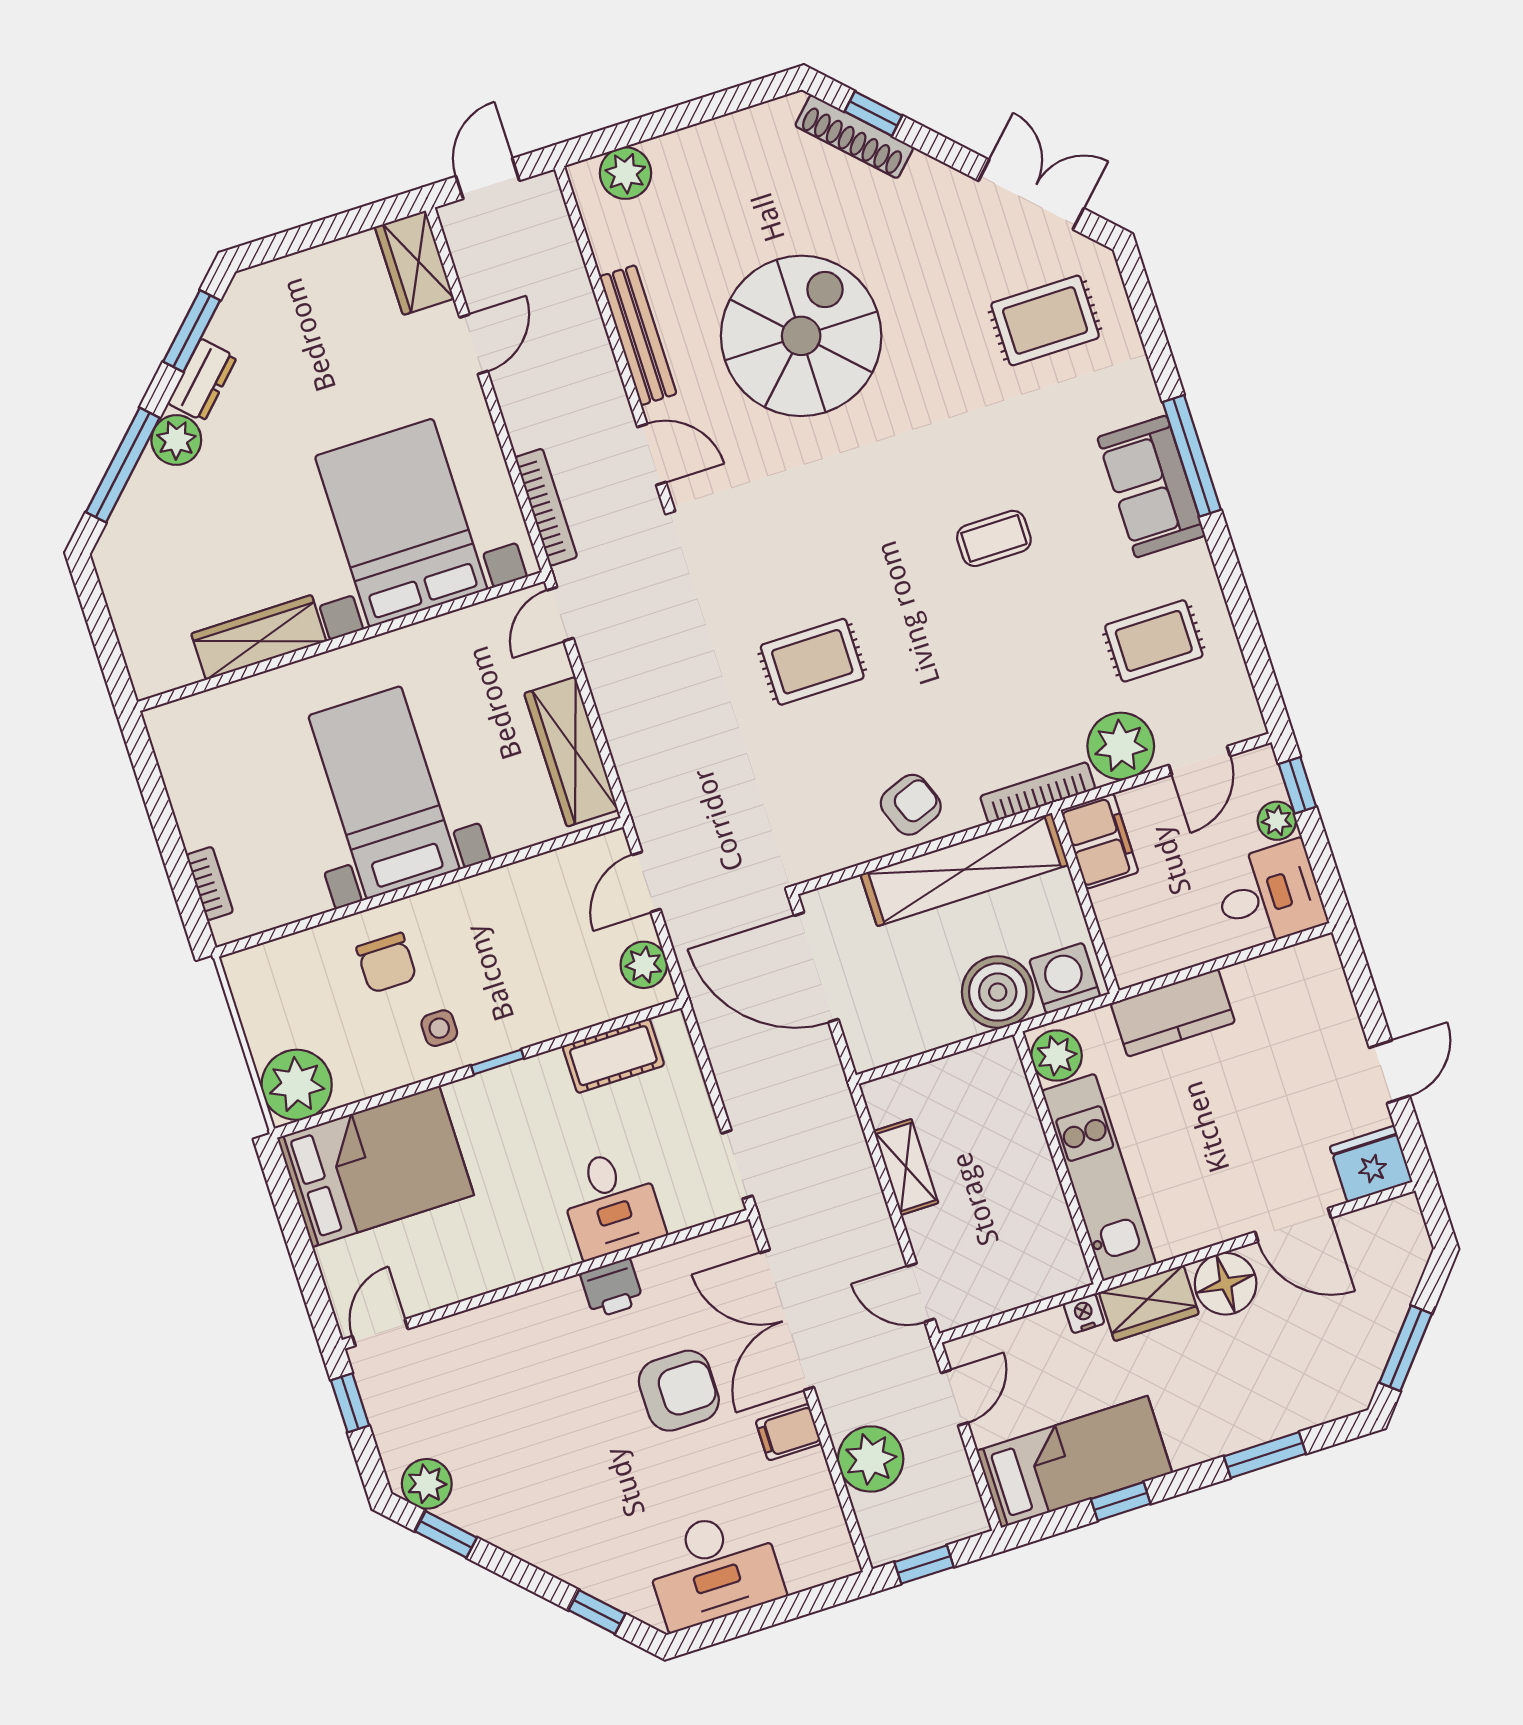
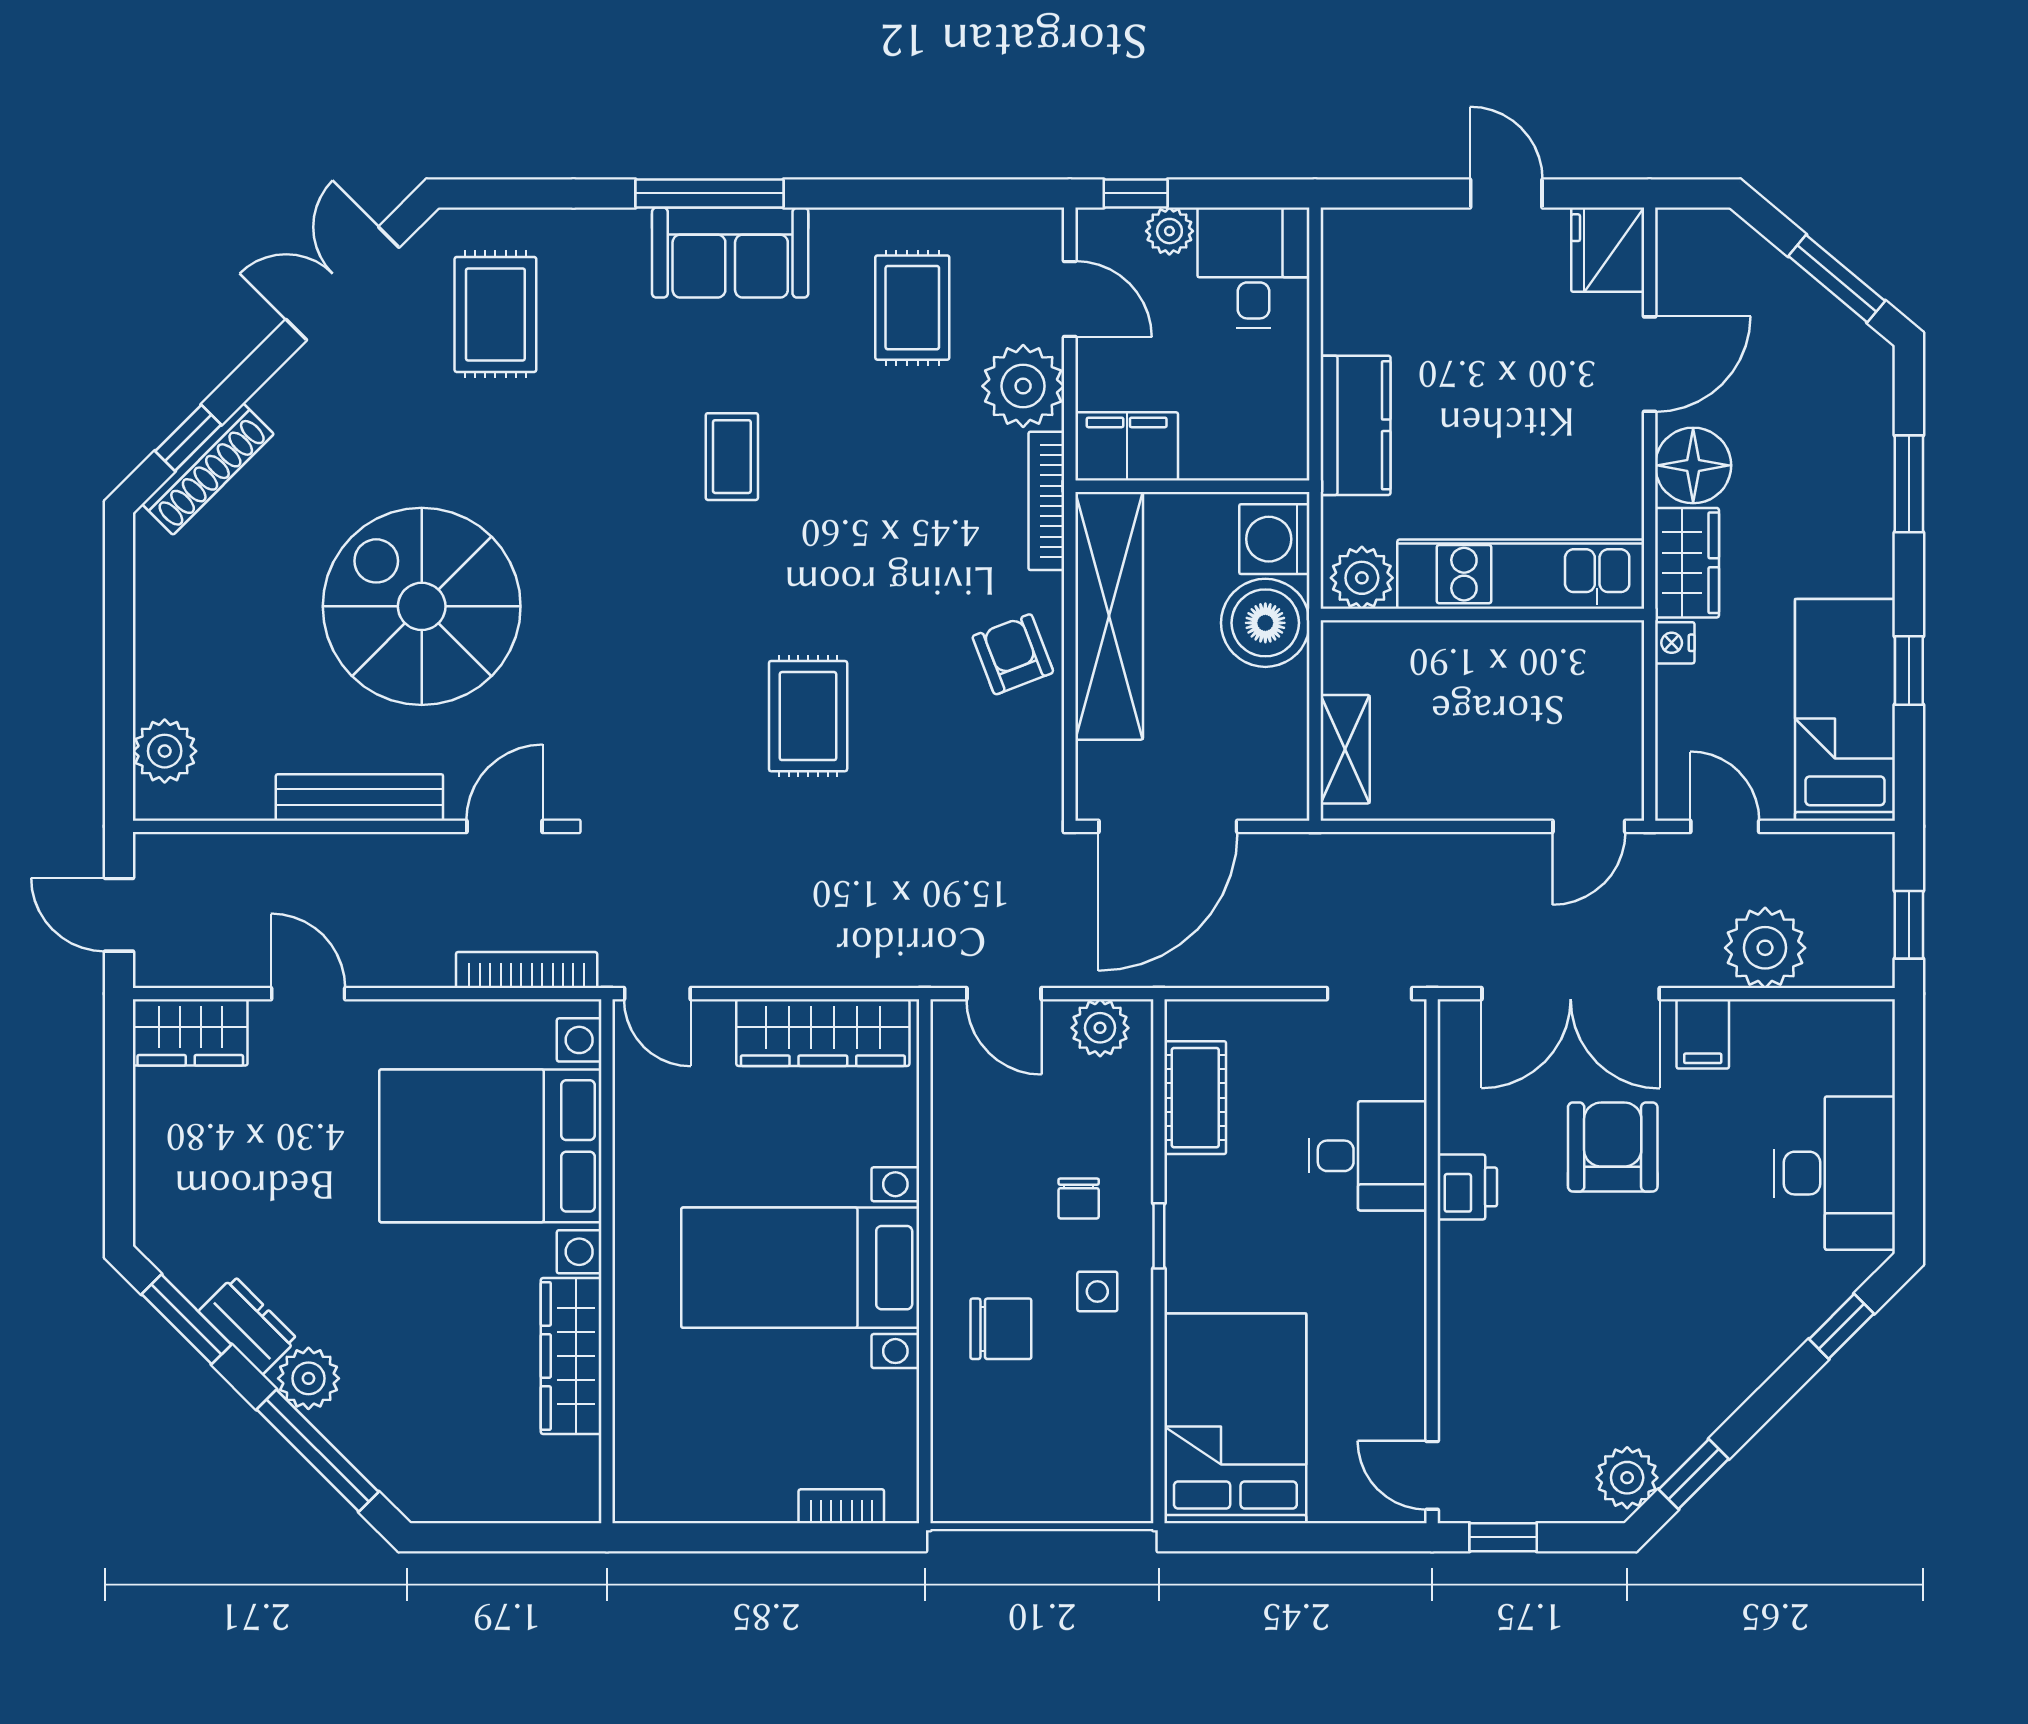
chair: (507, 991) -> (1079, 1198), added
plant: (297, 1085) -> (1110, 1480), removed
shelving: (906, 1167) -> (1345, 749), moved, turned 90

